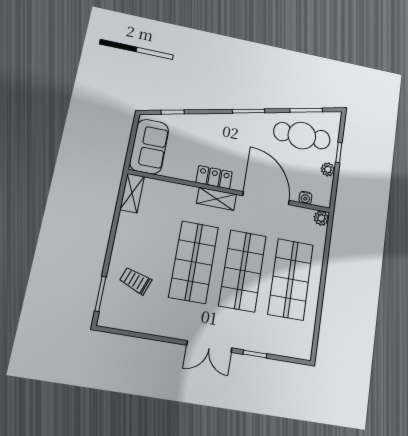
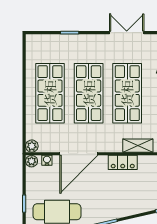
plant: (328, 169) -> (32, 161), moved
door: (266, 198) -> (79, 154), hinge flipped
shelving: (217, 199) -> (138, 146), moved
double door: (209, 346) -> (127, 33), moved

